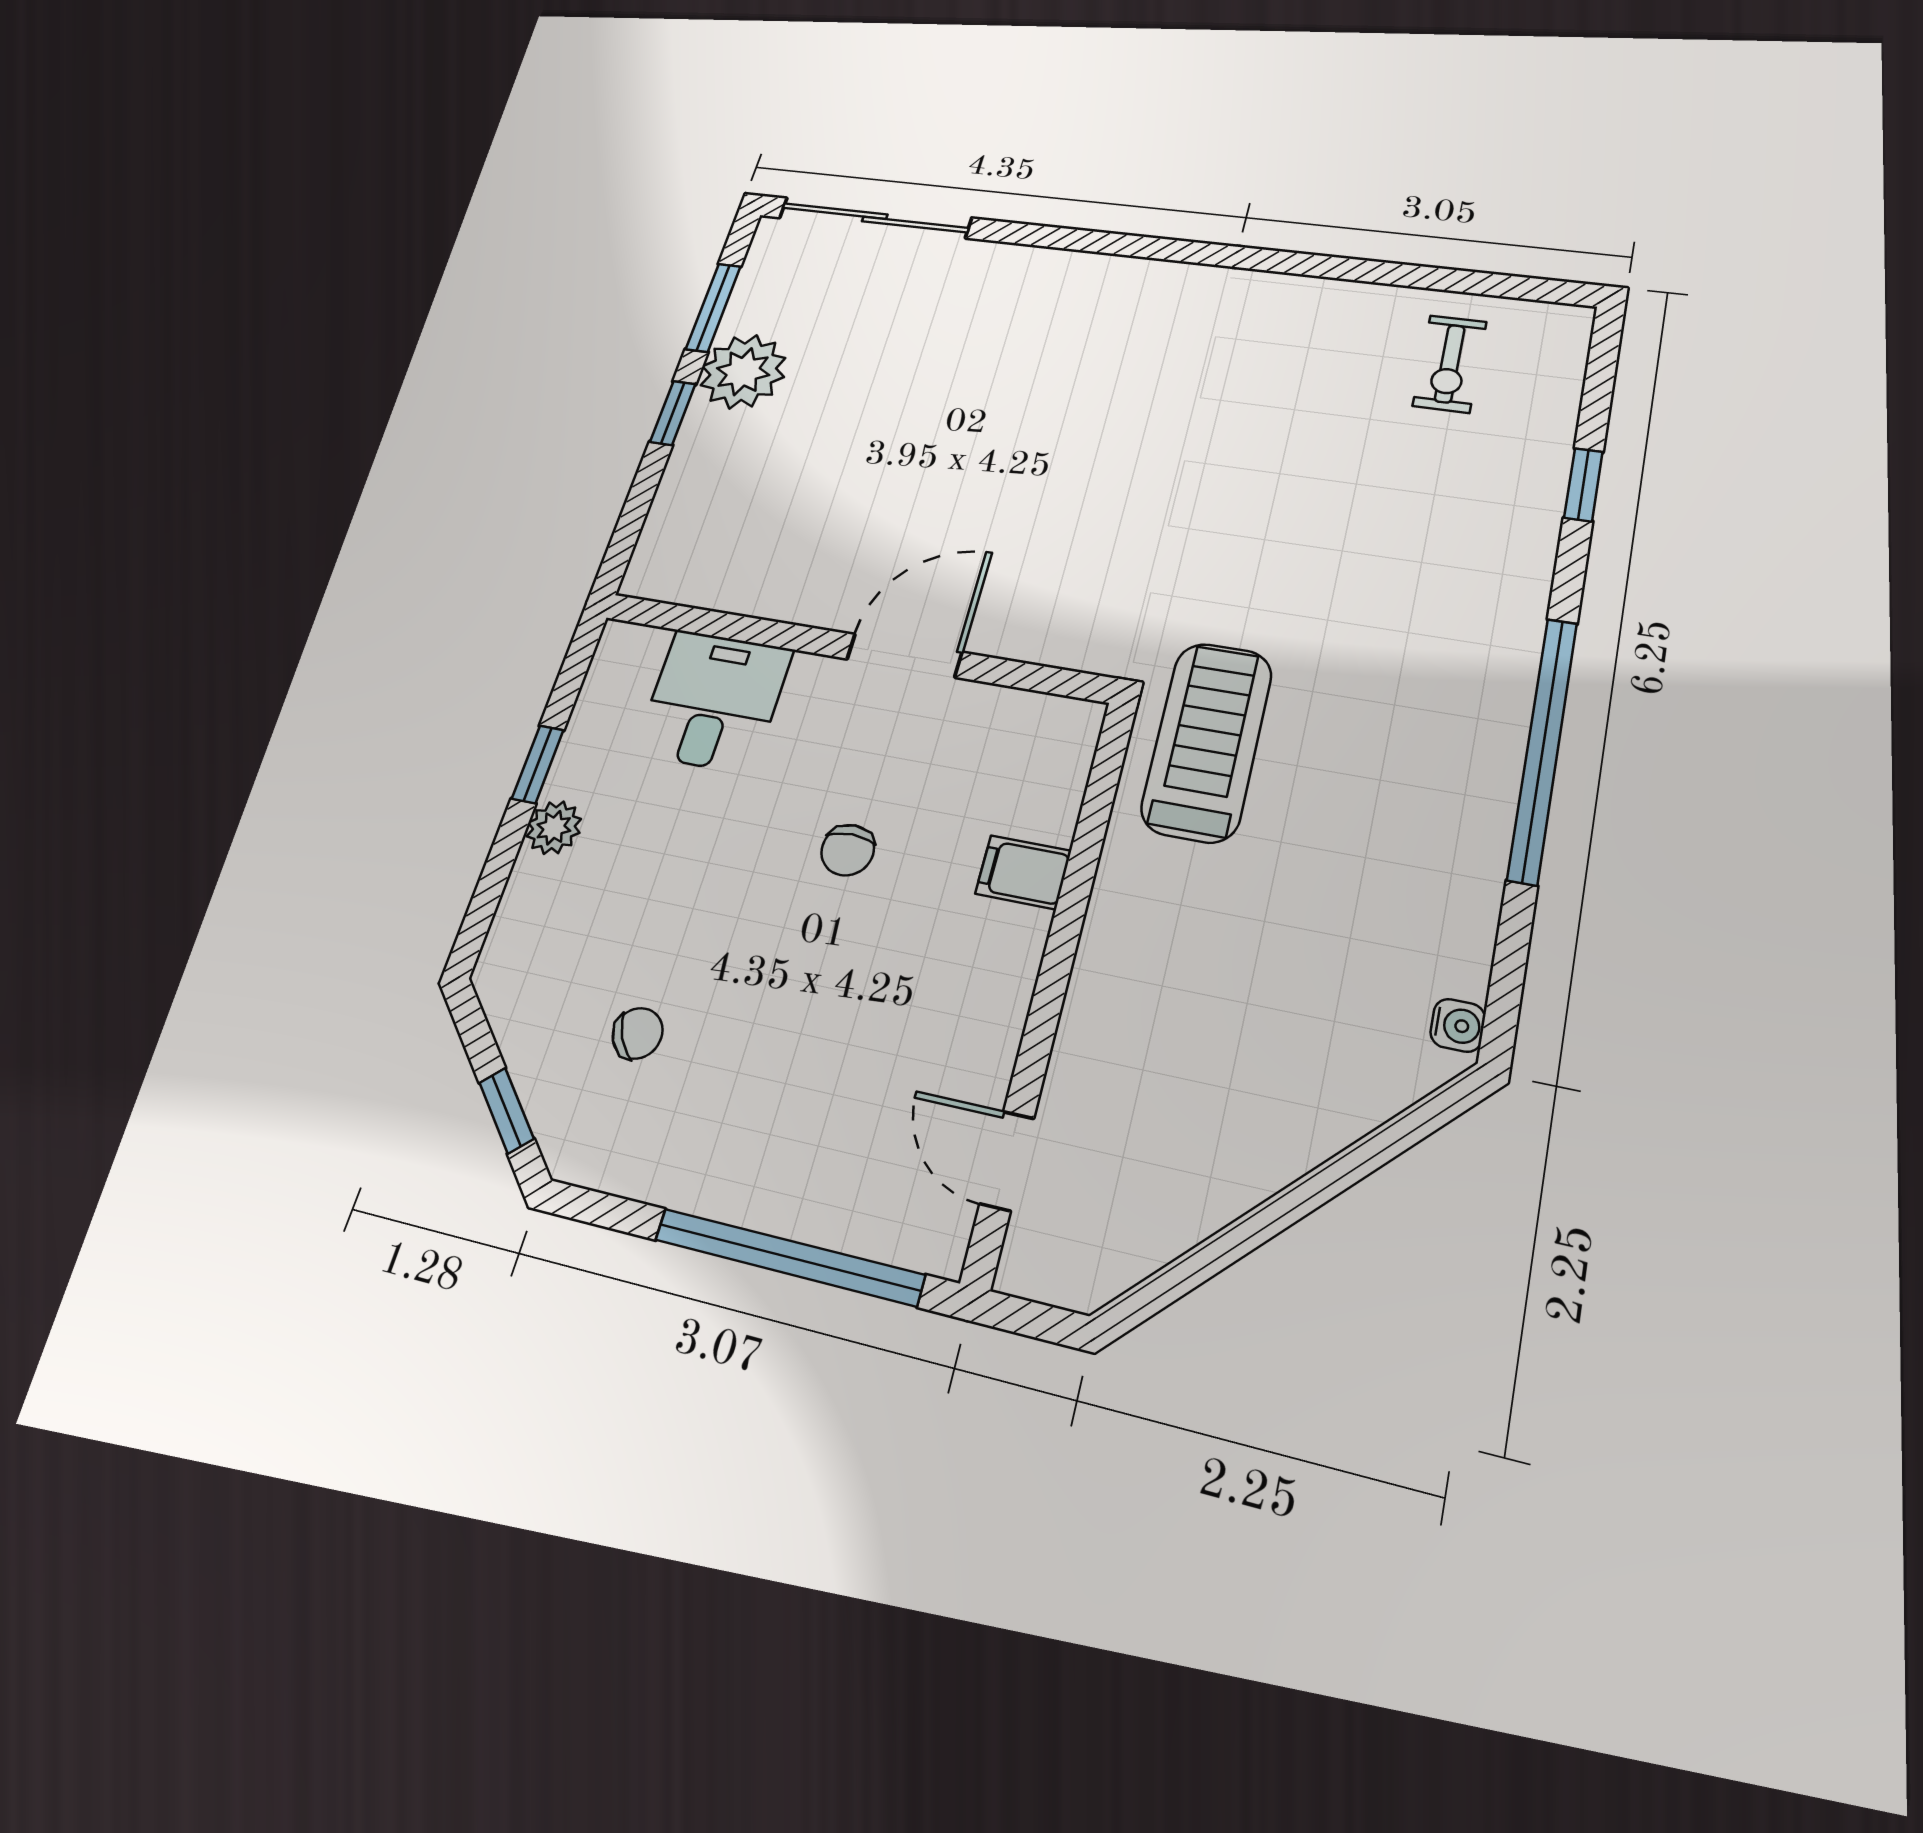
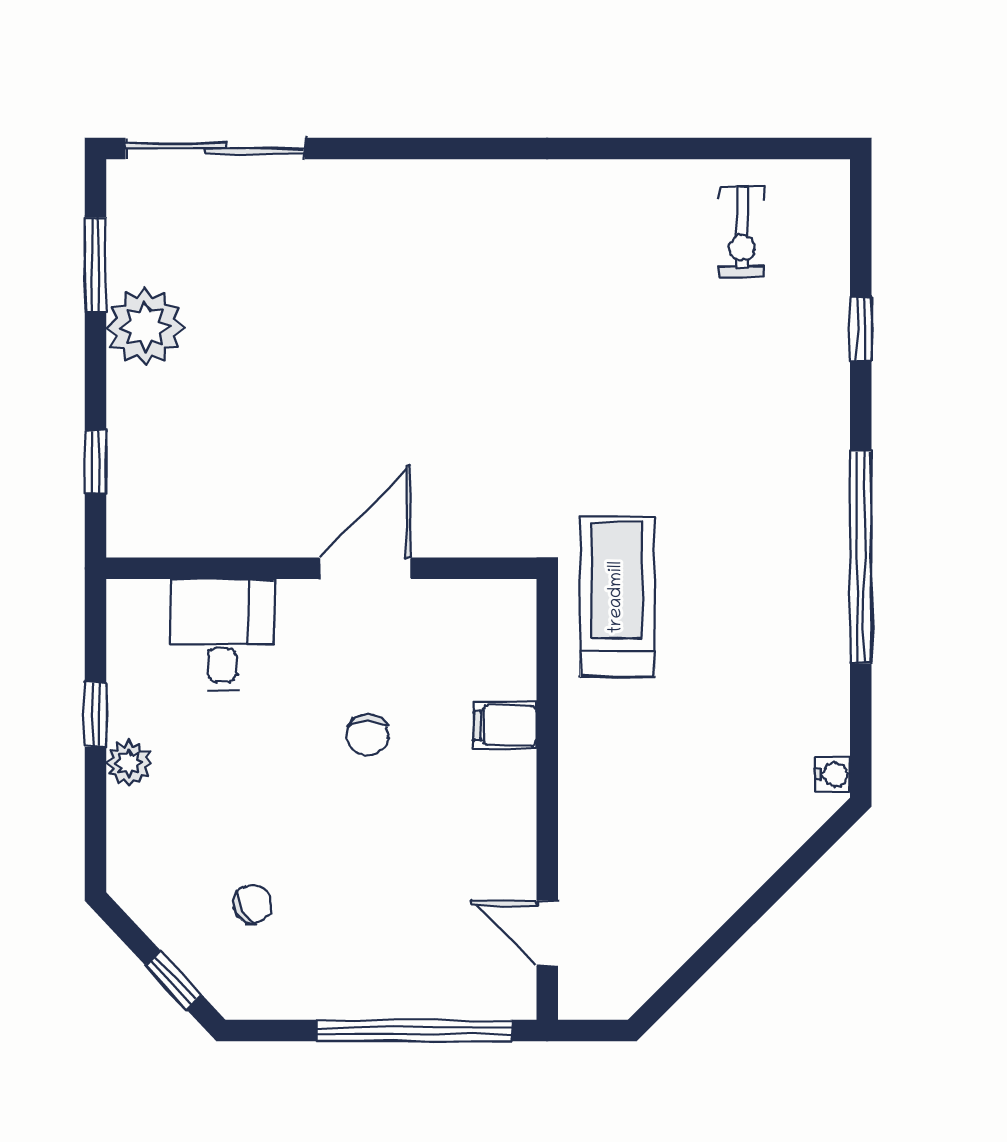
window: (673, 413) -> (96, 462), moved

